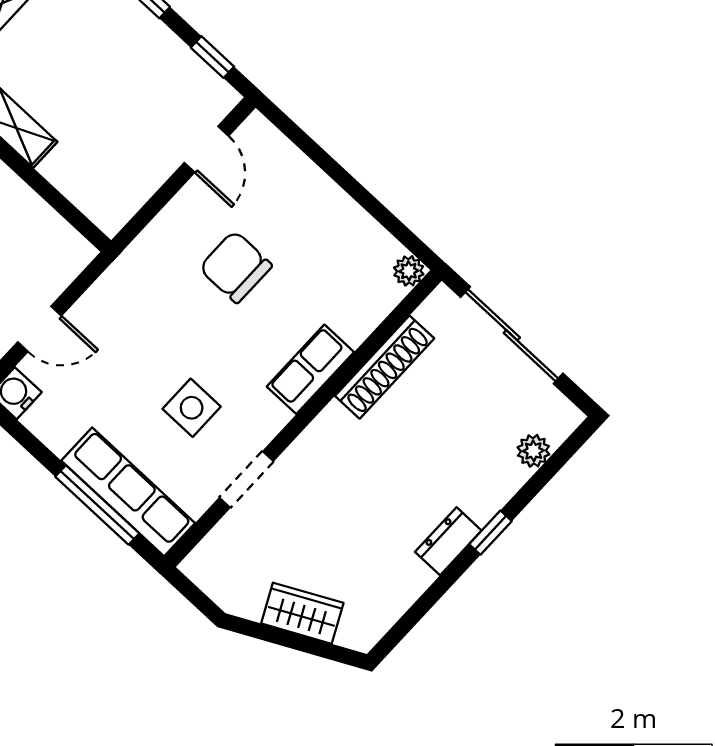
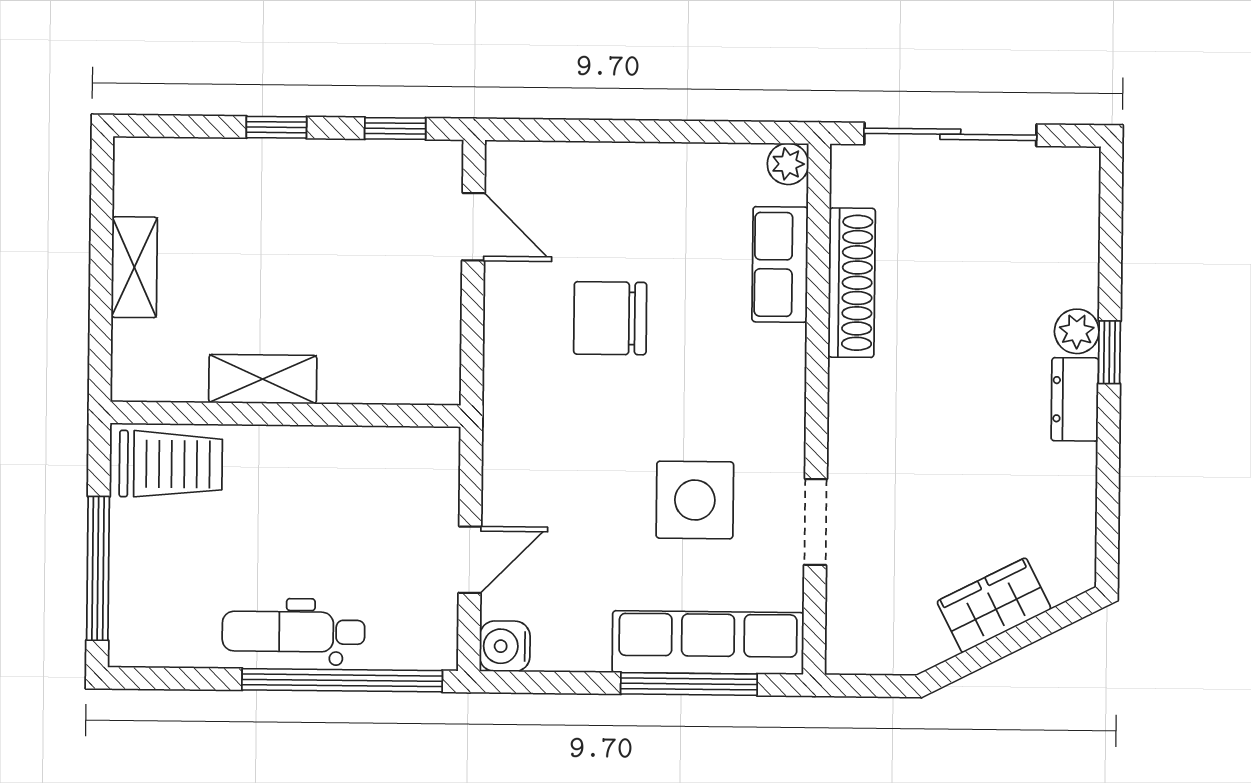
row of seats: (310, 369) -> (780, 264), moved
side table: (192, 408) -> (695, 500), width x1.37, depth x1.37
plant: (533, 451) -> (1077, 331), moved

